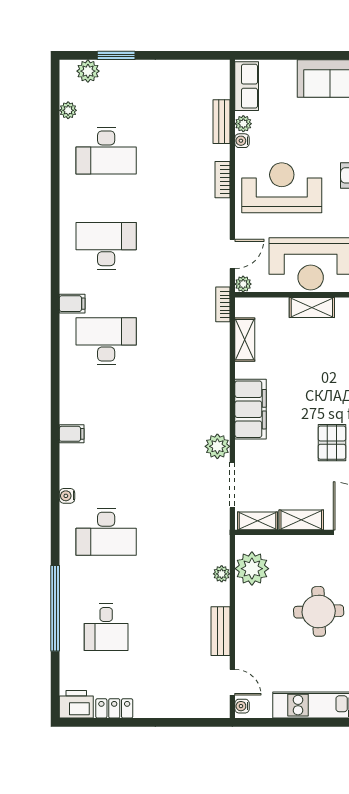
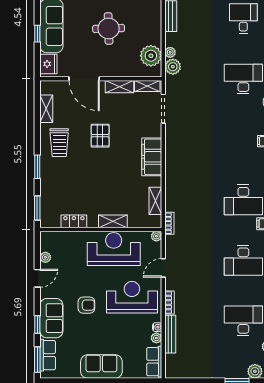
bench: (221, 122) -> (170, 334), width x1.36
reception desk: (282, 188) -> (132, 297), turned 180
door: (232, 254) -> (163, 268), moved
plant: (217, 446) -> (173, 67), moved

